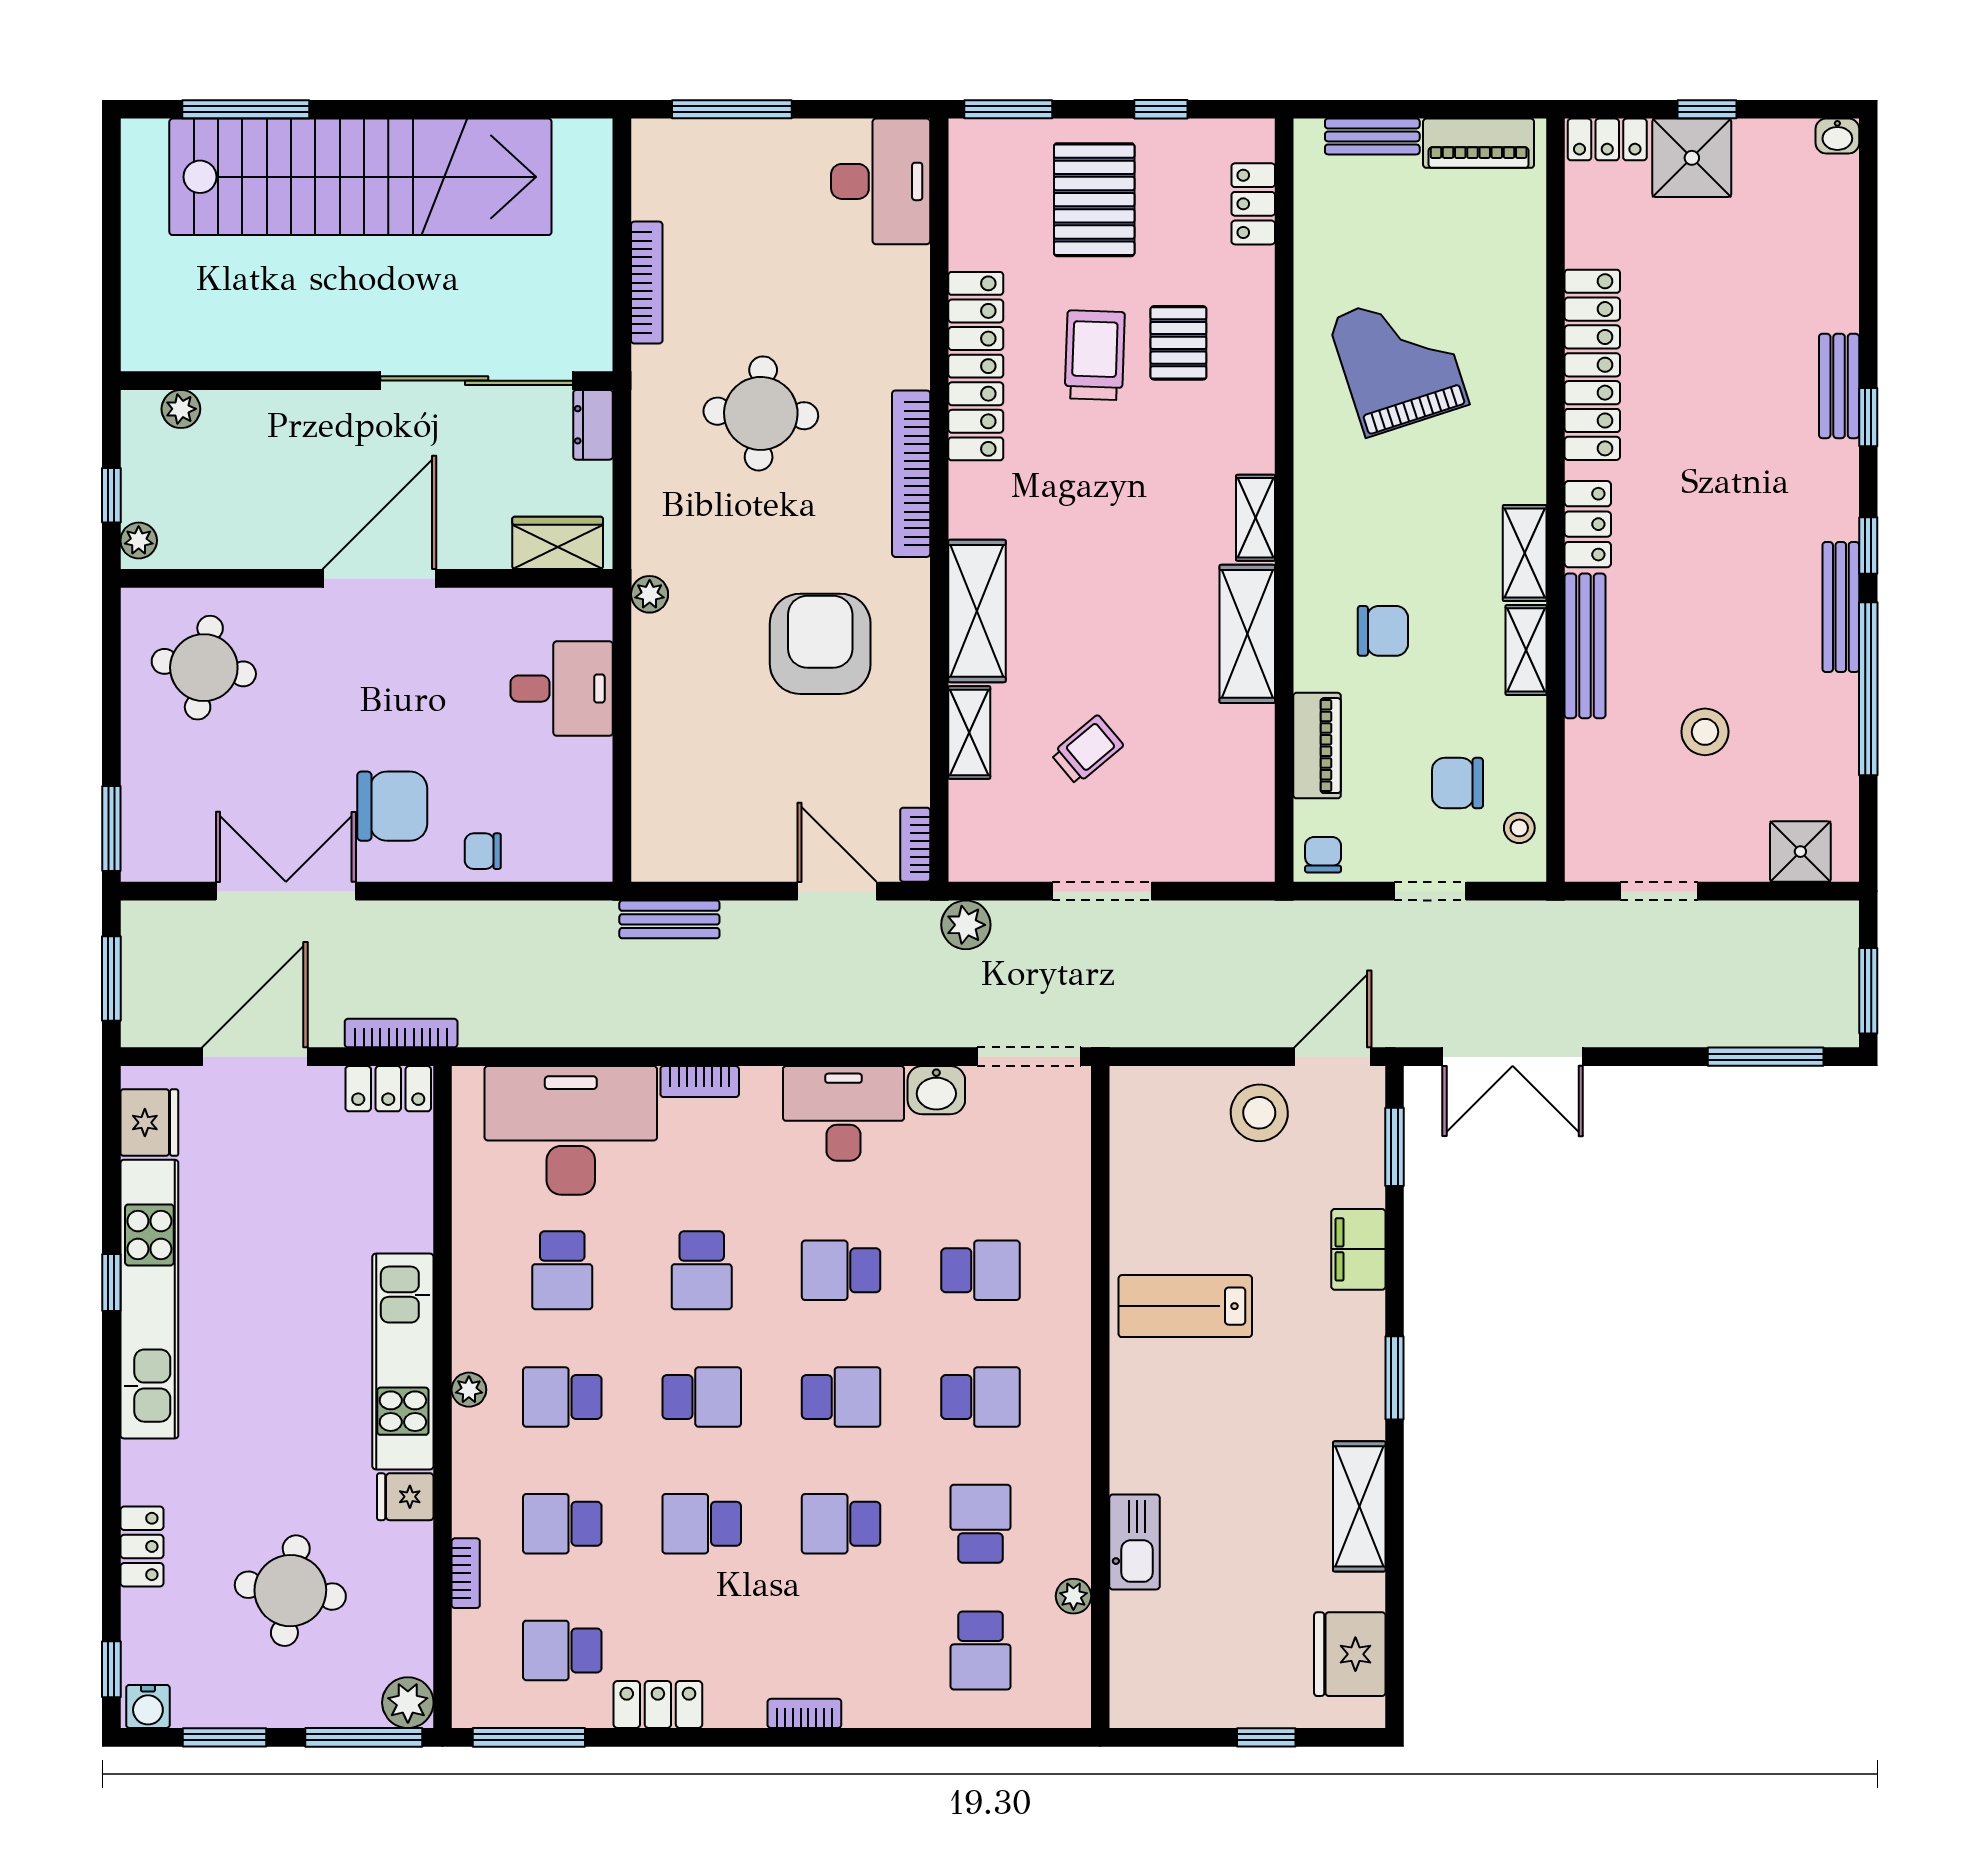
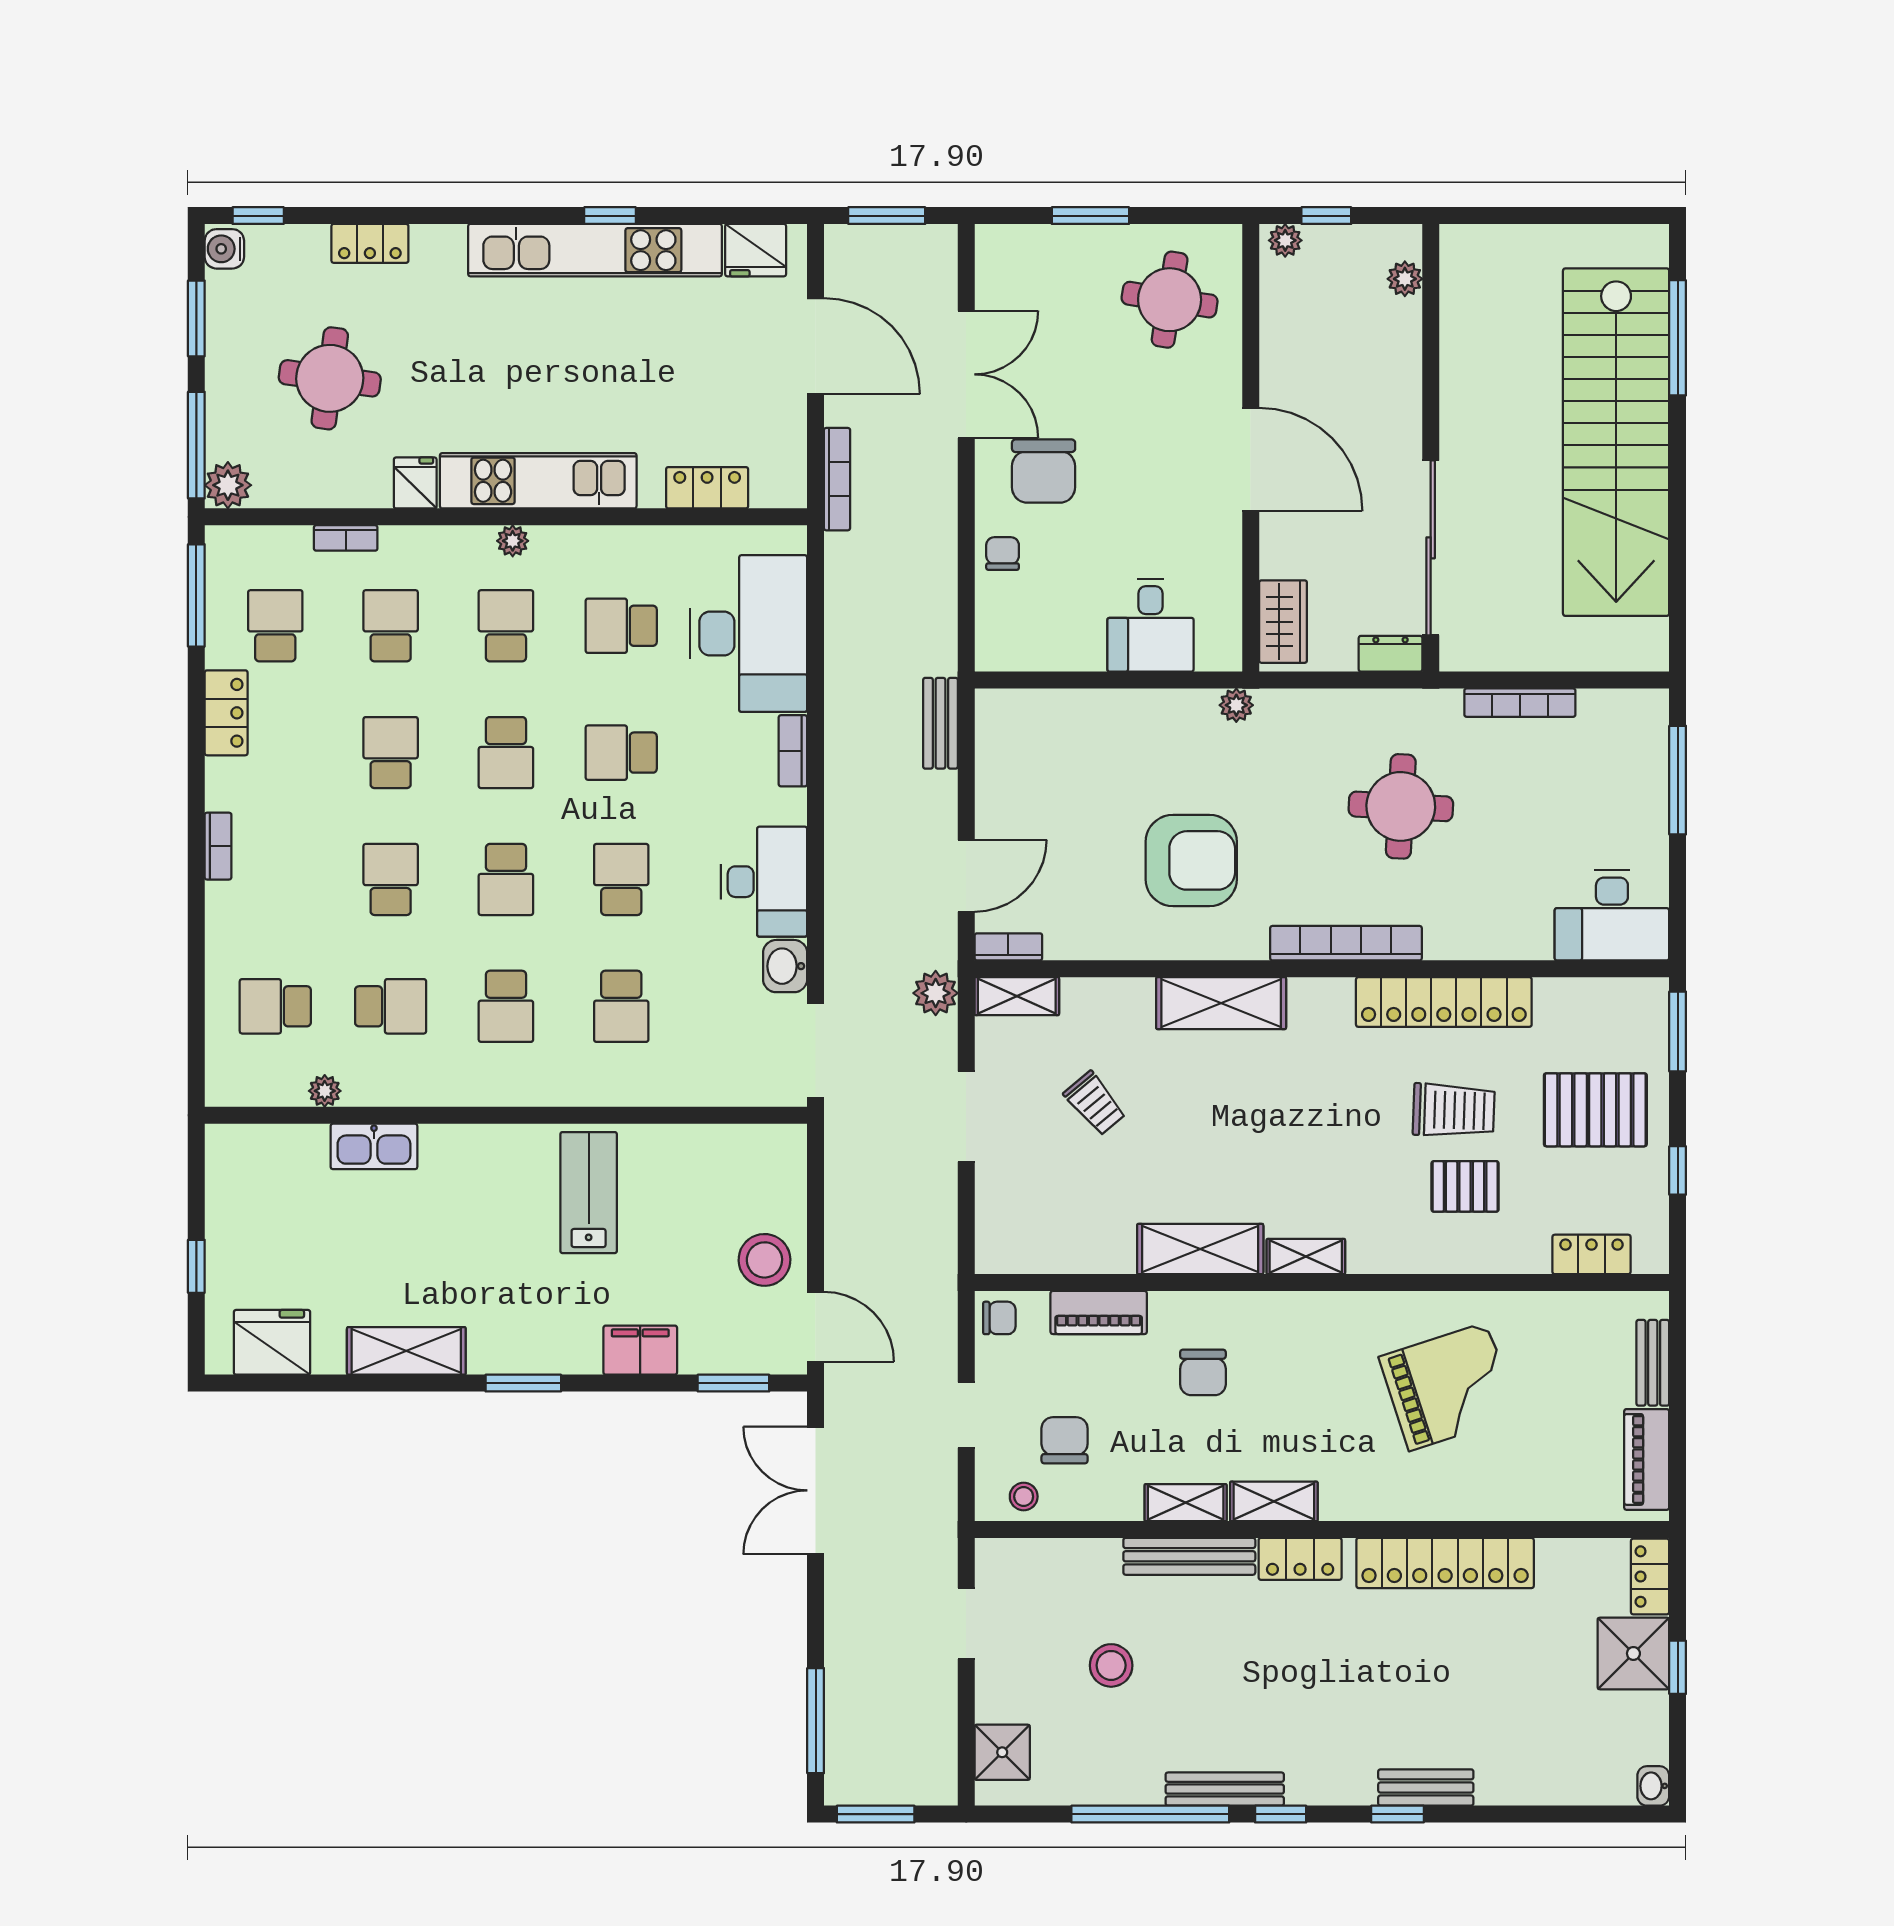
shelving: (969, 733) -> (1017, 996), moved
window: (111, 829) -> (1090, 216), moved
locker: (388, 1089) -> (707, 488), moved, turned 90

